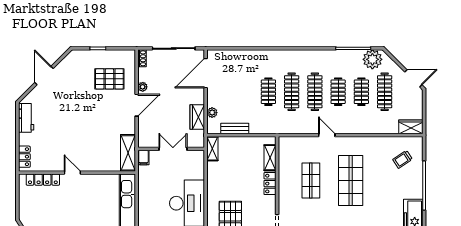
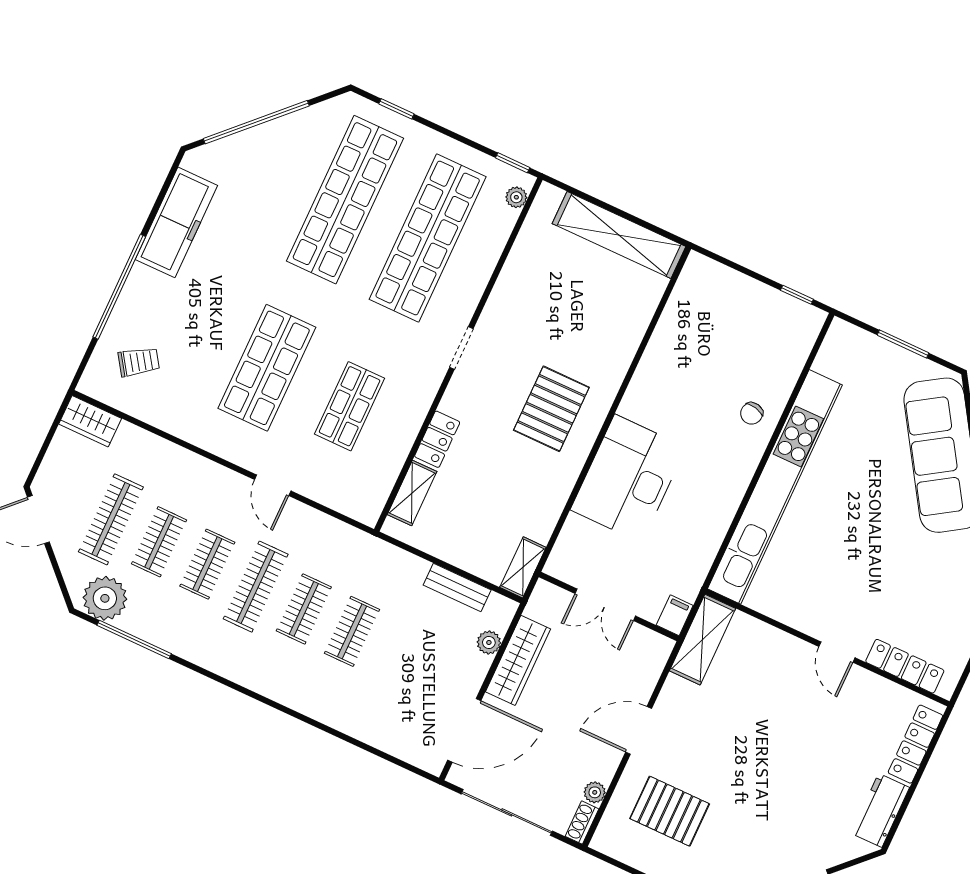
plant: (143, 87) -> (595, 792), moved
clothes rail: (292, 92) -> (304, 609), width x0.73
wardrobe: (197, 117) -> (518, 660), width x1.50
locker: (24, 157) -> (915, 744), width x1.53

